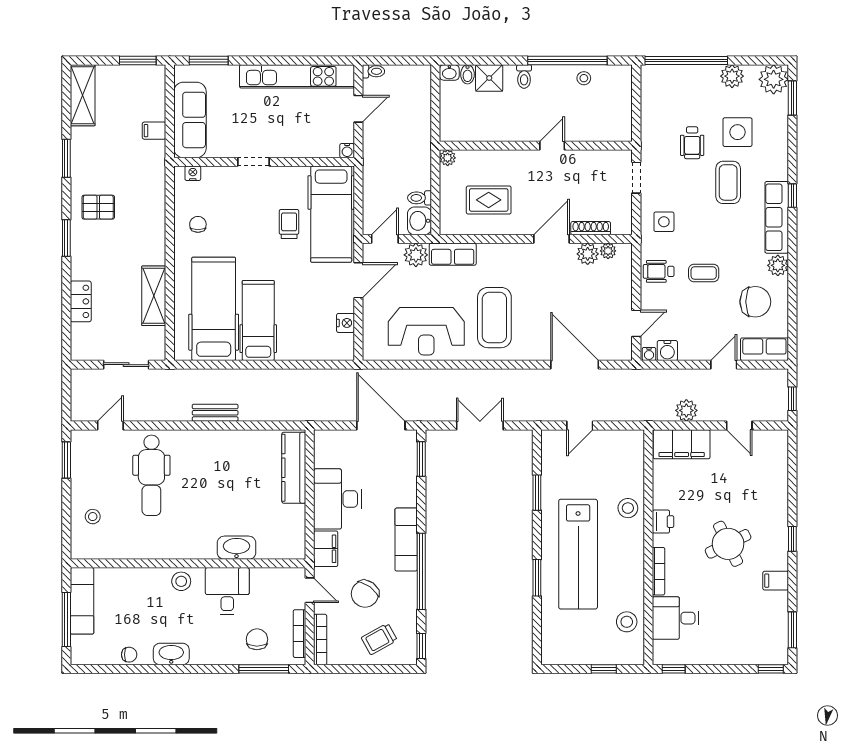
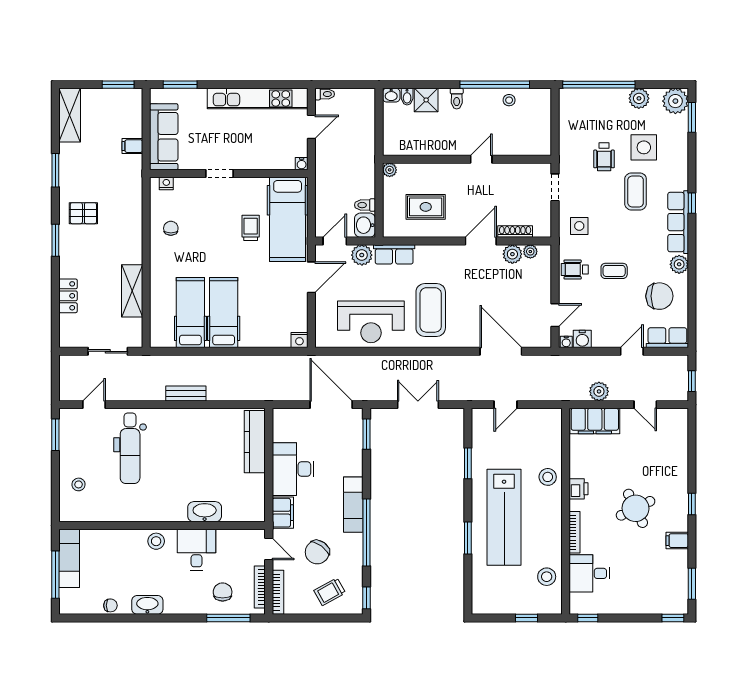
hospital bed: (214, 309) -> (190, 313), width x0.73, depth x0.78
nightstand: (345, 323) -> (299, 340), moved, turned 90

